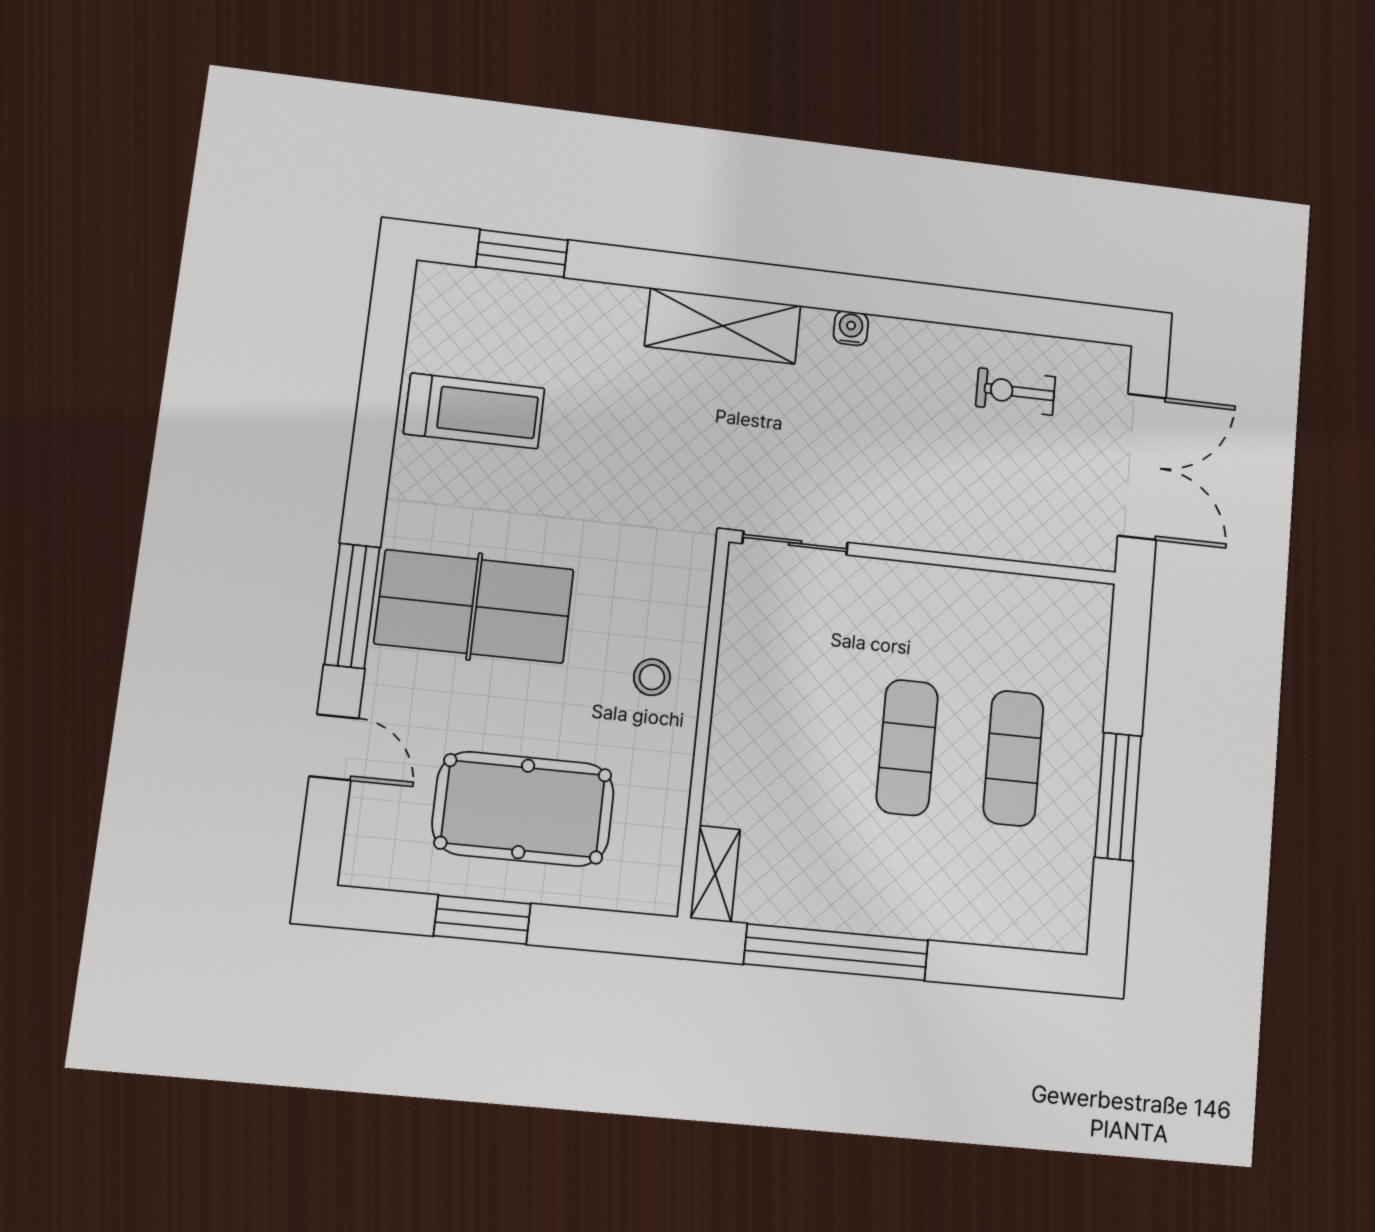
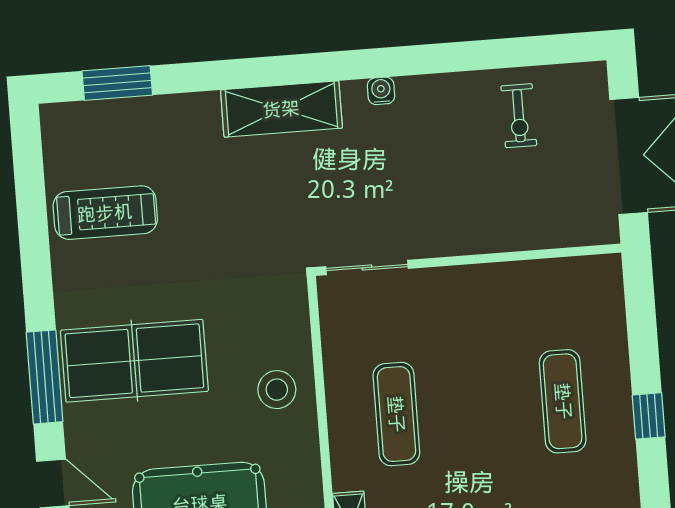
exercise bike: (1015, 392) -> (519, 116), turned -90
stool: (652, 677) -> (277, 390), width x1.37, depth x1.37
exercise mat: (907, 747) -> (396, 414), moved
window: (1118, 796) -> (649, 416), width x0.46

